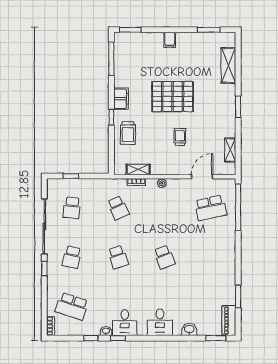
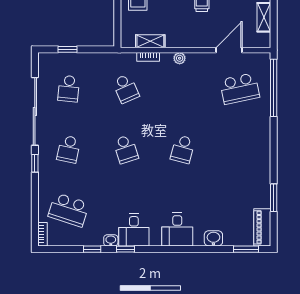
school desk: (164, 257) -> (183, 149), turned 36

